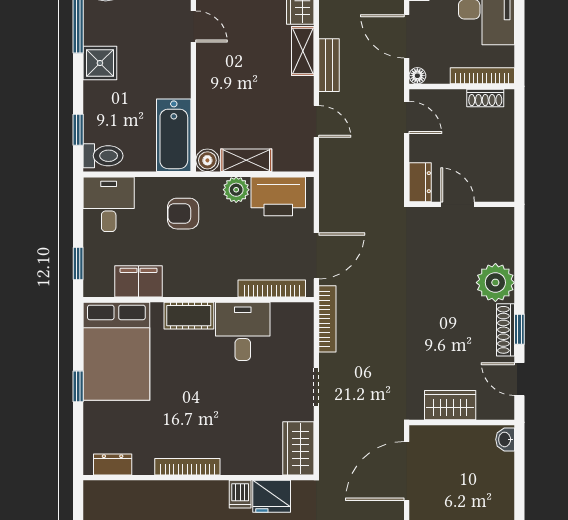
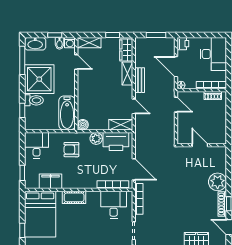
shower: (100, 63) -> (39, 79), width x1.86, depth x1.86
toilet: (103, 156) -> (34, 100), moved
shelving: (246, 160) -> (121, 125), moved
dresser: (420, 182) -> (182, 135), removed
door: (316, 256) -> (134, 169), hinge flipped
desk: (243, 331) -> (114, 205), moved

